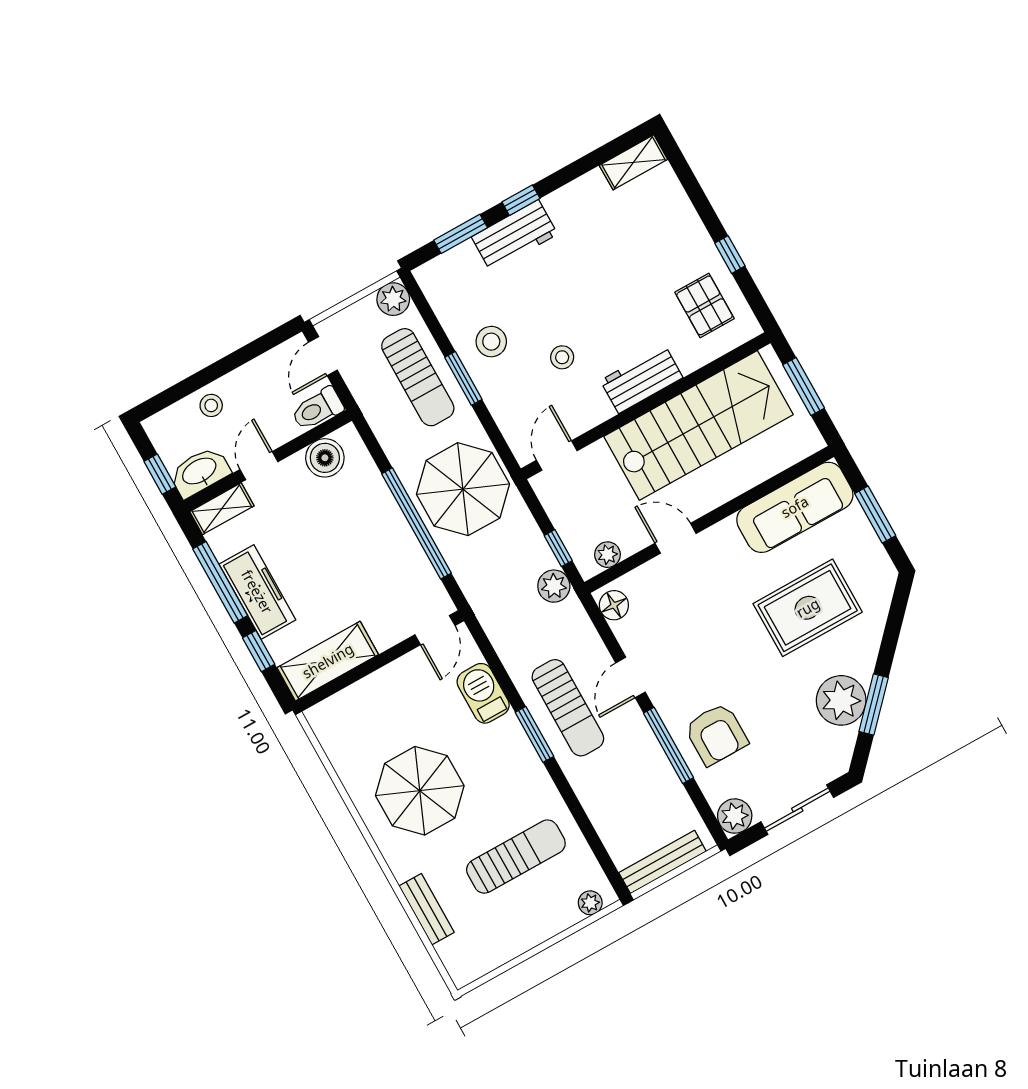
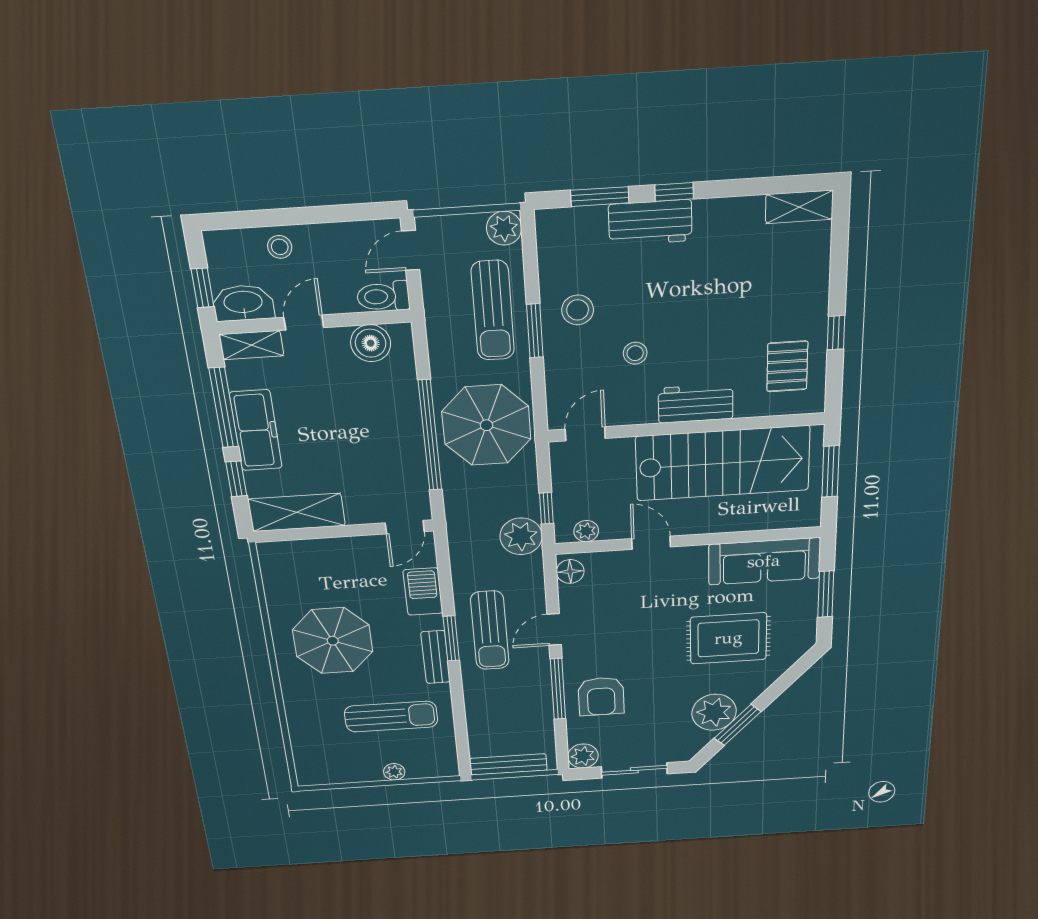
plant: (554, 586) -> (521, 536), width x1.36, depth x1.36
plant: (590, 903) -> (394, 772), moved
bench: (427, 909) -> (436, 657), moved

